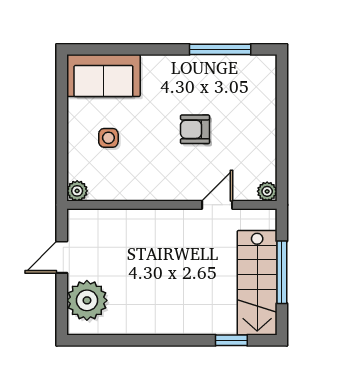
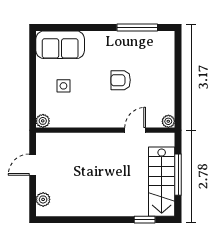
plant: (87, 300) -> (43, 199), width x0.53, depth x0.53

